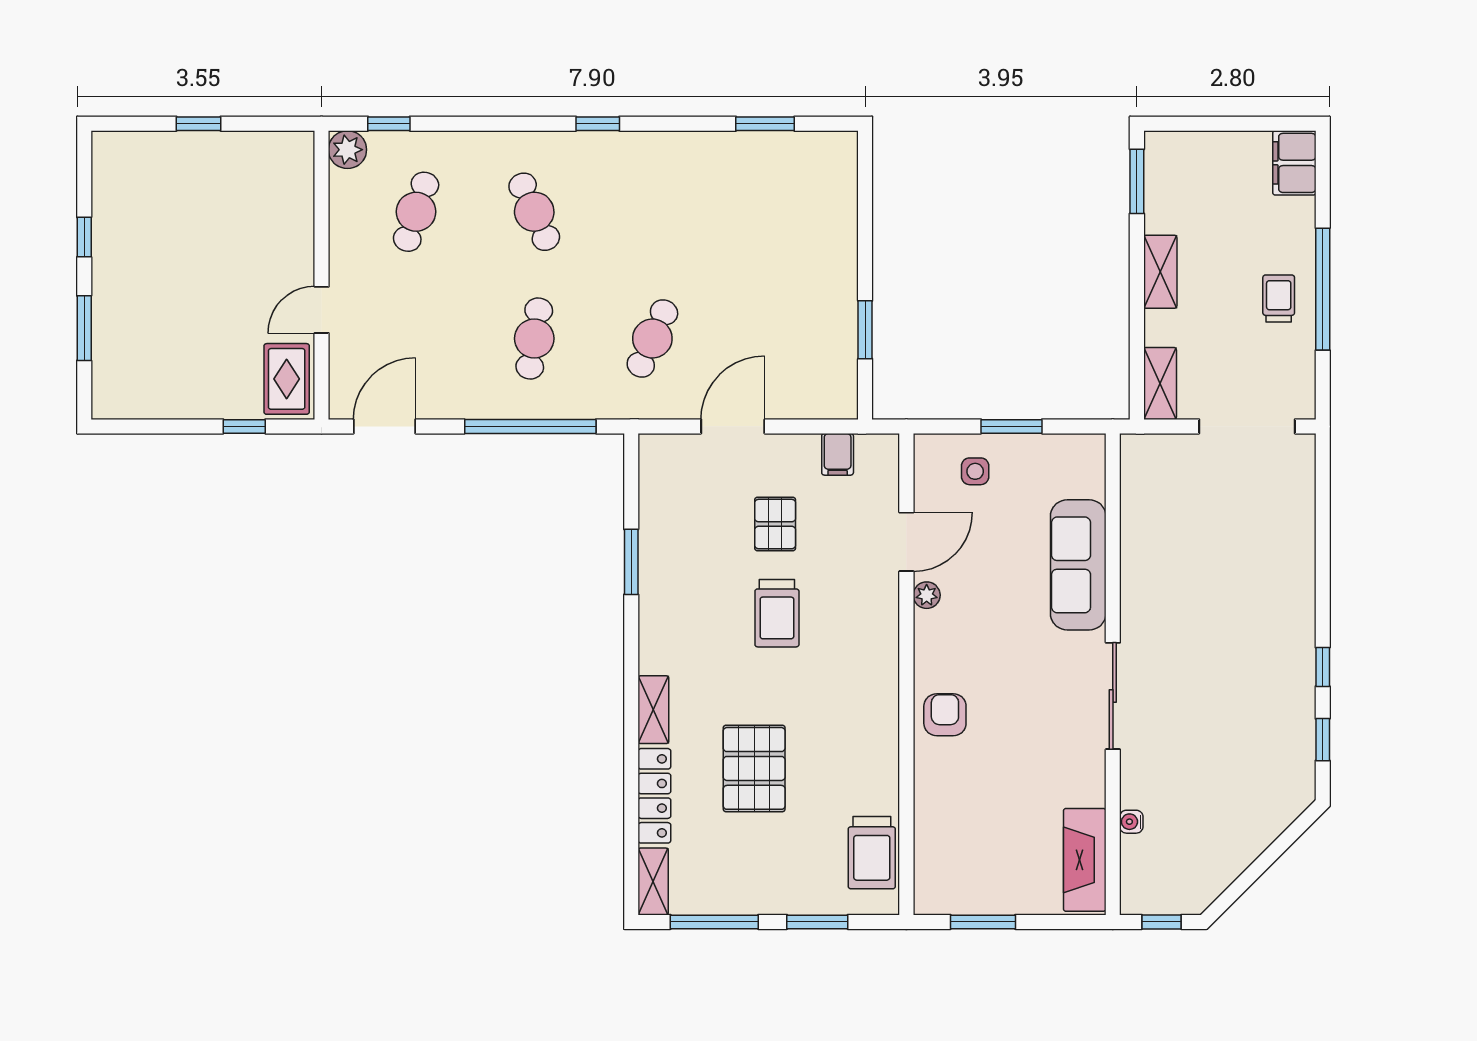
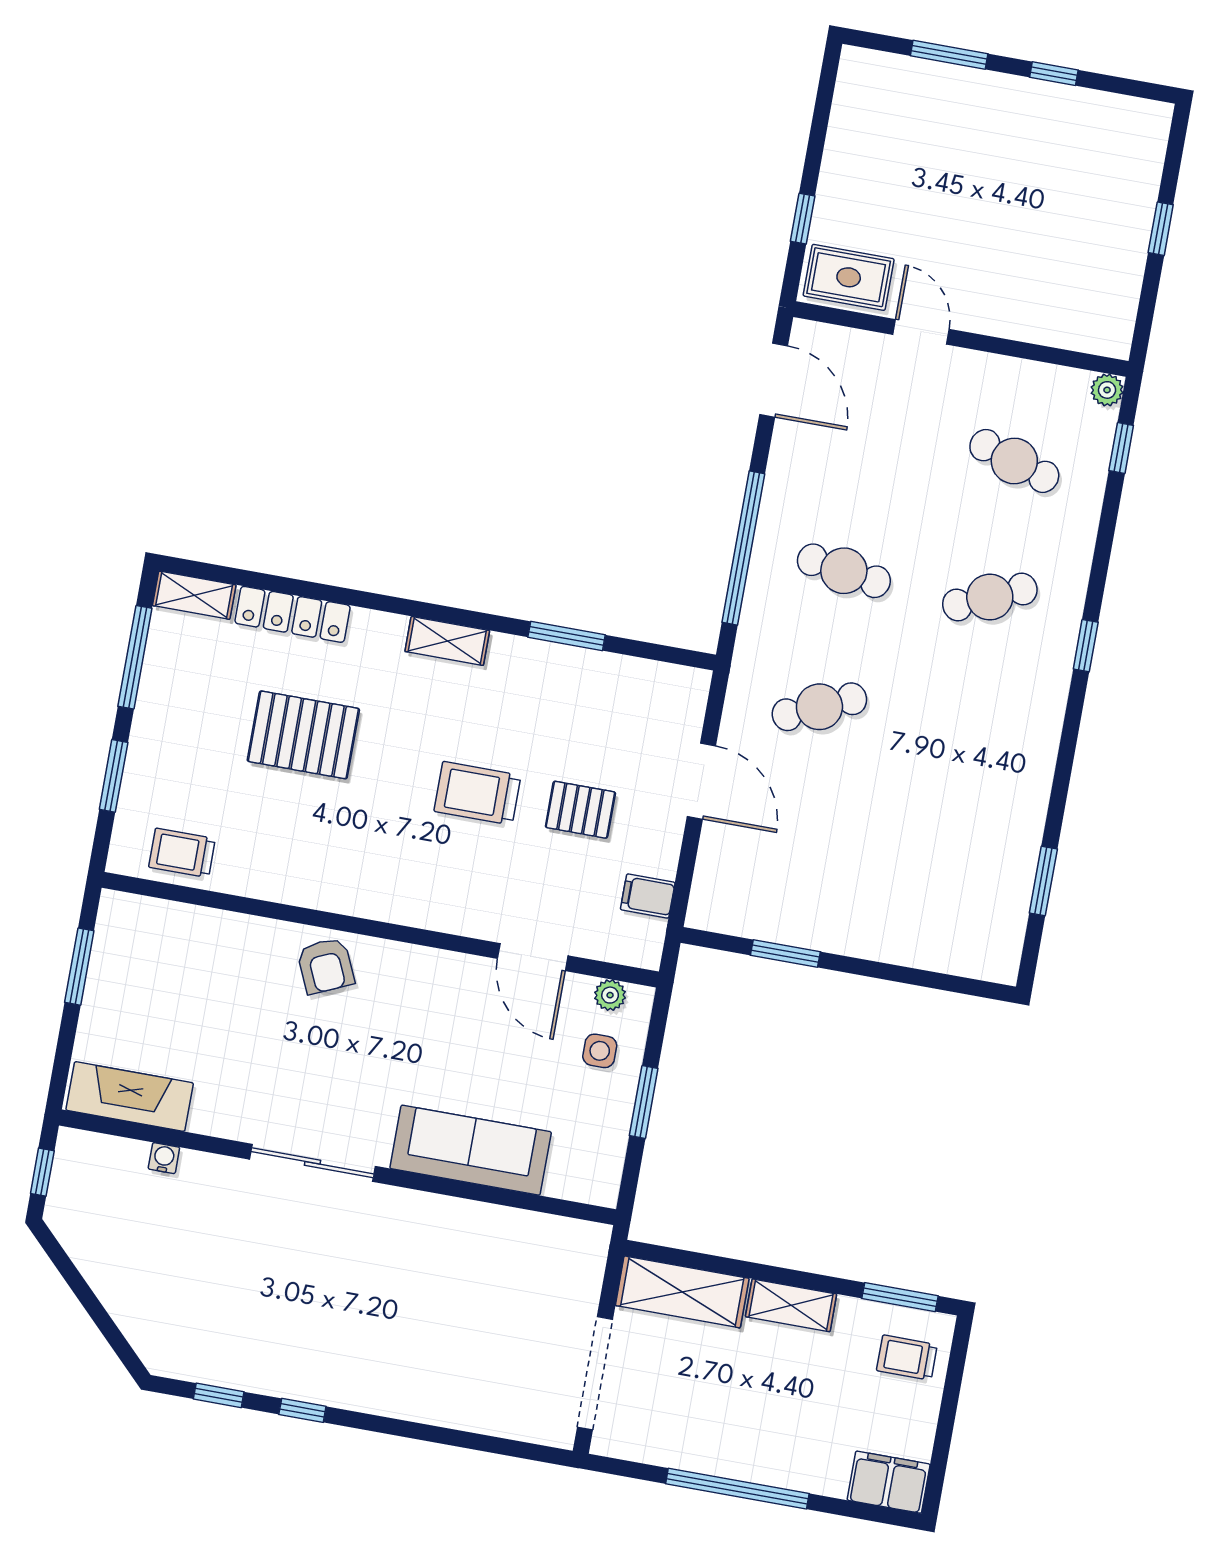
window: (598, 124) -> (1086, 646), moved
plant: (347, 150) -> (1107, 390), width x0.73, depth x0.73
trolley: (1279, 298) -> (907, 1358), moved, turned 180
cafe table: (652, 339) -> (819, 707), turned -48
shelving: (1160, 383) -> (682, 1292), width x1.50, depth x1.33
plant: (927, 595) -> (610, 995), moved
shelving: (653, 710) -> (447, 641), moved
armchair: (945, 715) -> (326, 966), turned 66
trolley: (872, 853) -> (182, 853), width x0.73, depth x0.72

